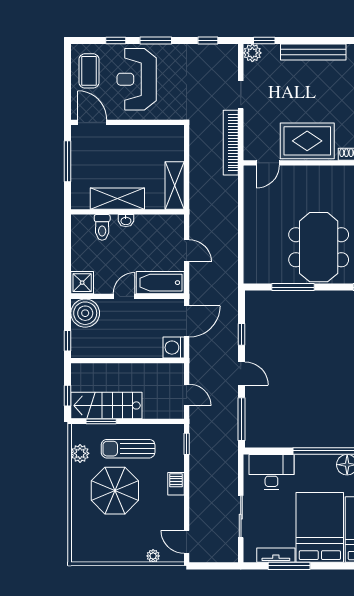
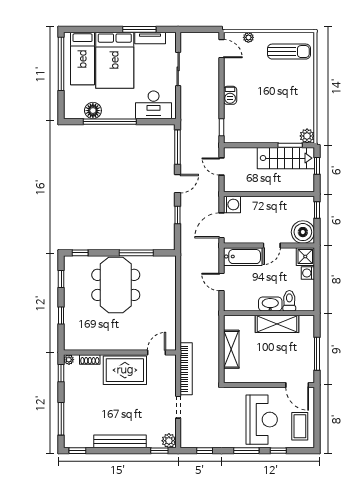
shelving: (175, 185) -> (231, 349), moved
washbasin: (126, 221) -> (270, 304), width x1.91, depth x1.45
washing machine: (79, 262) -> (308, 273), added
door: (242, 373) -> (177, 184), swing flipped
sun lounger: (128, 449) -> (289, 52), moved
plant: (80, 453) -> (307, 136), moved
parasol: (115, 491) -> (279, 90), removed

